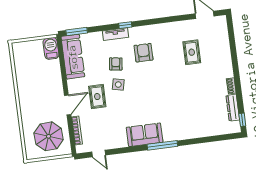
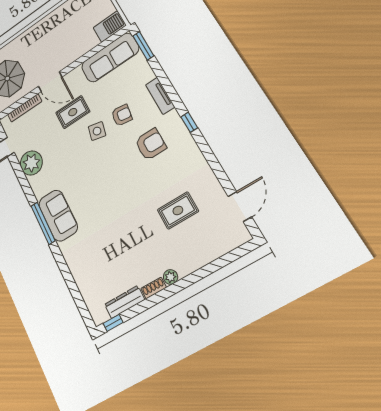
window: (125, 25) -> (189, 122), moved
plant: (229, 73) -> (171, 277), added
sofa: (145, 135) -> (58, 215), moved
plant: (118, 139) -> (31, 163), added

